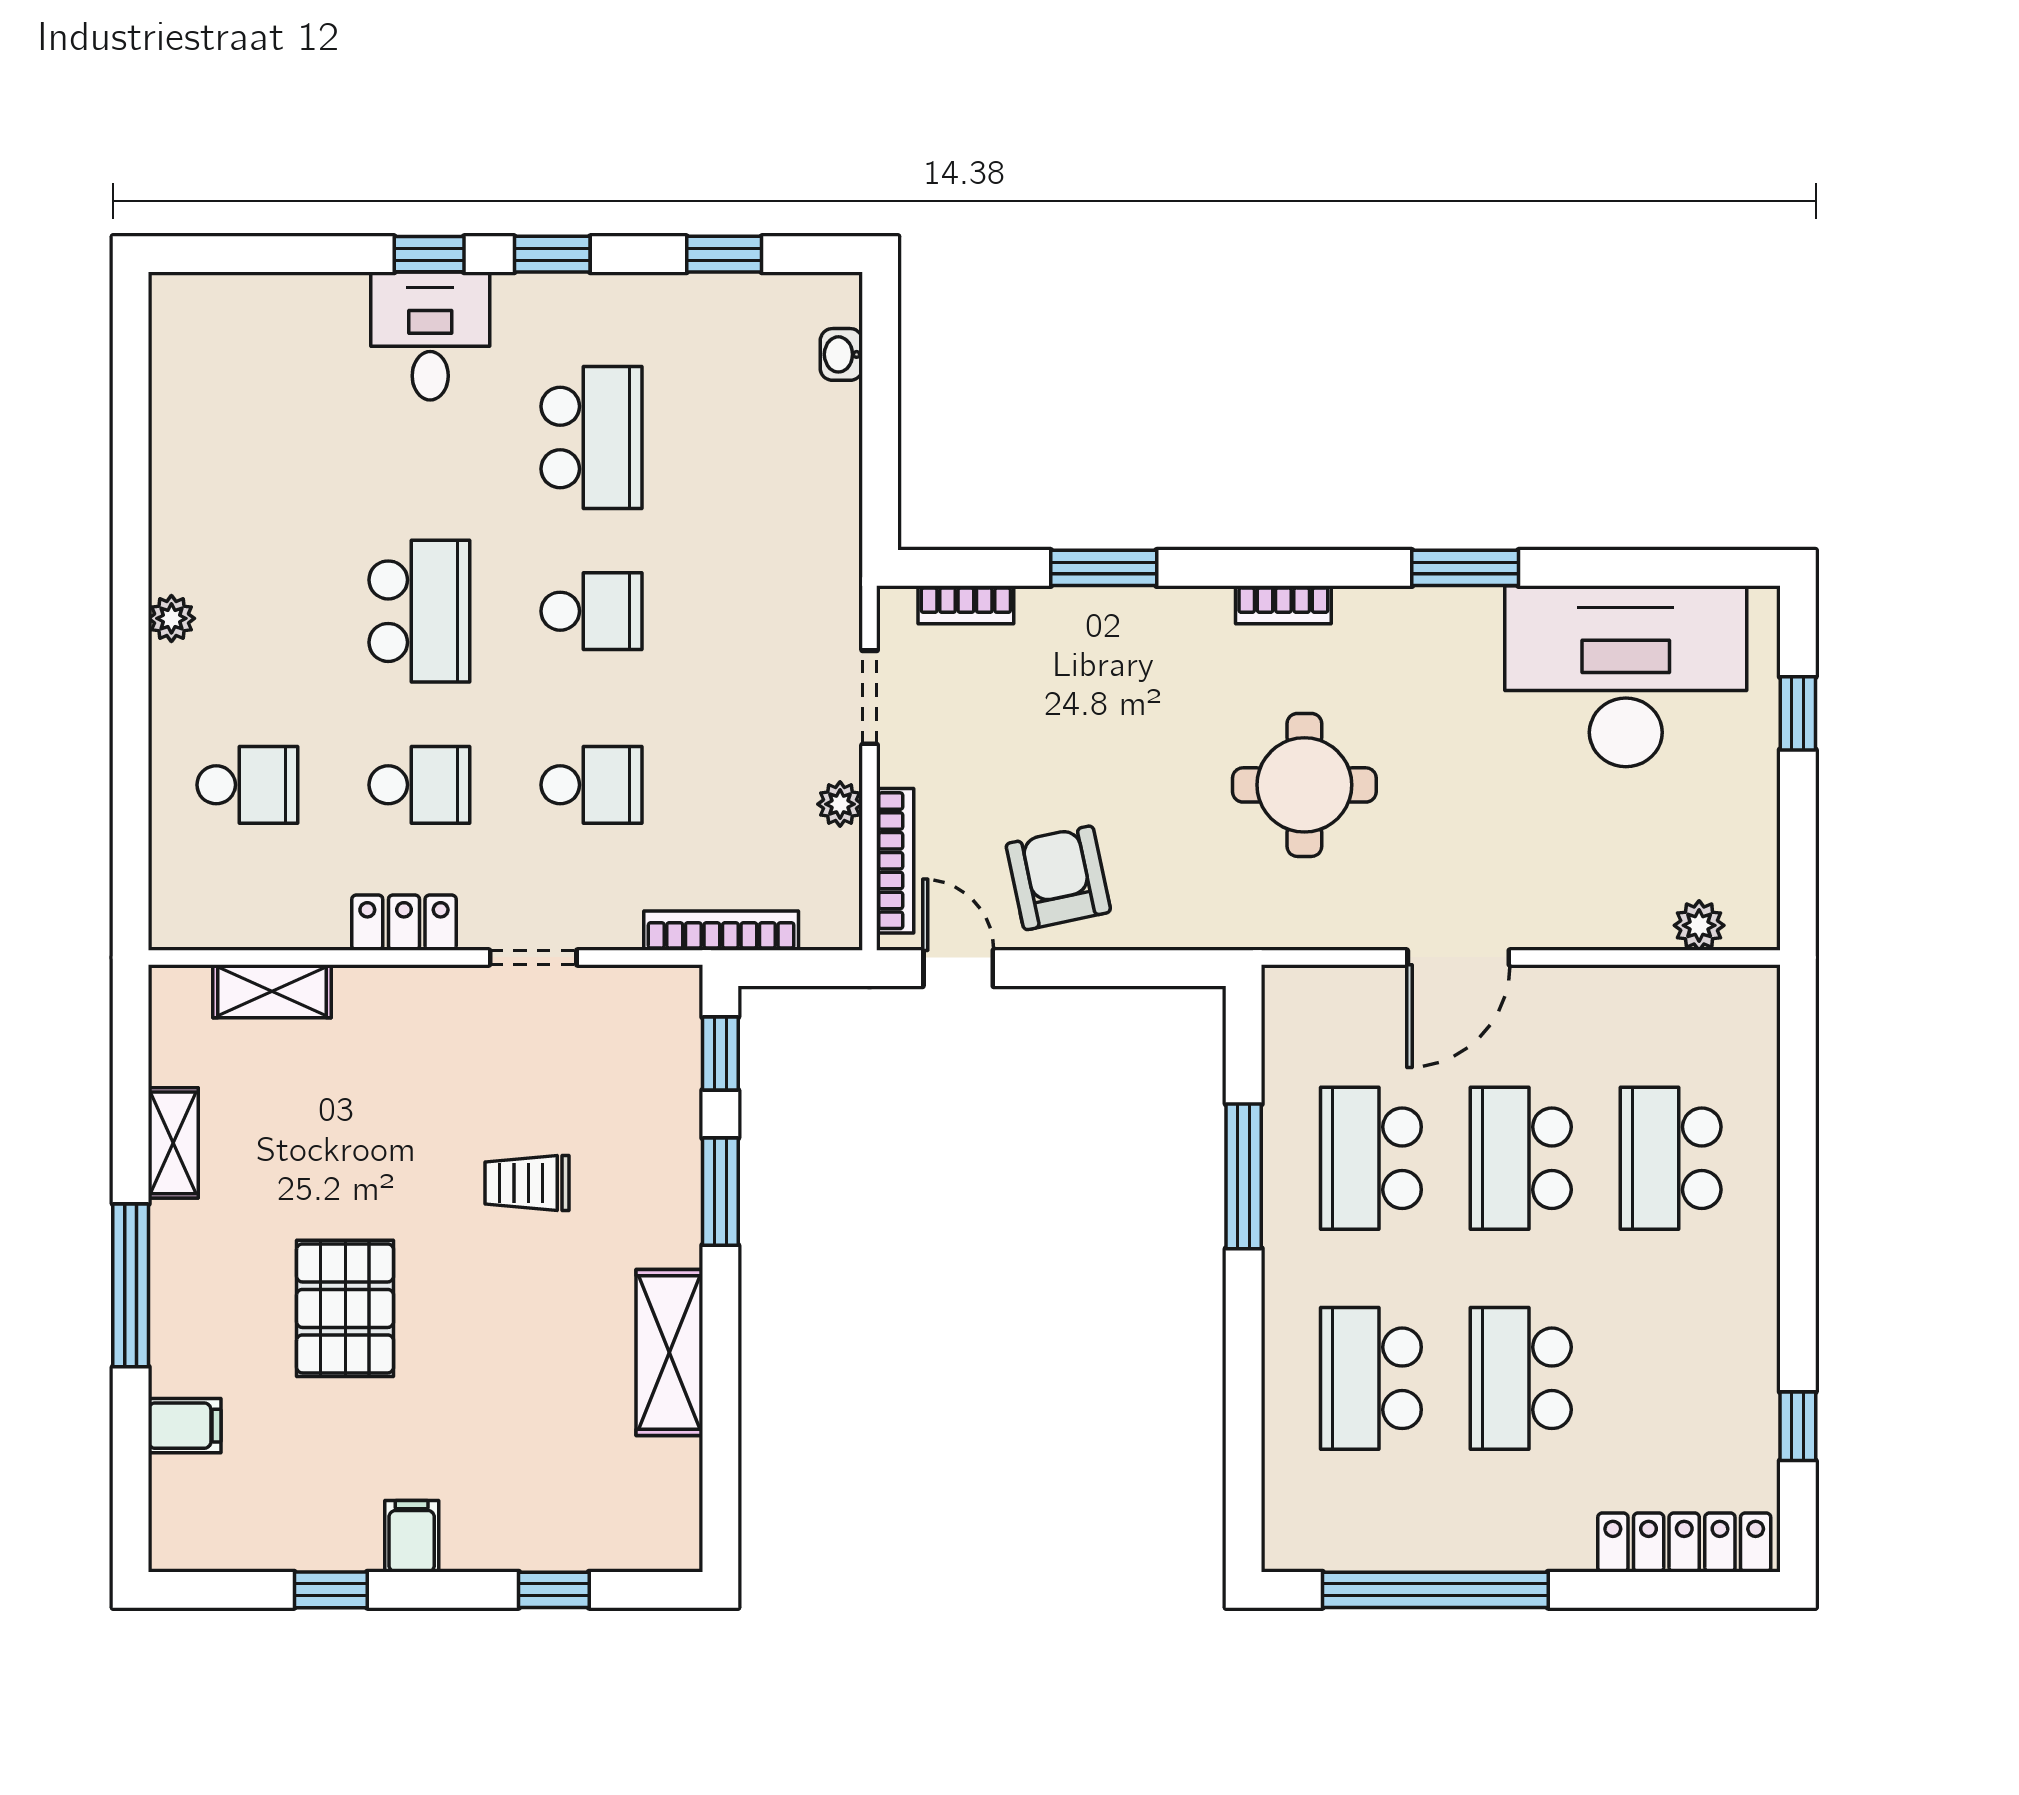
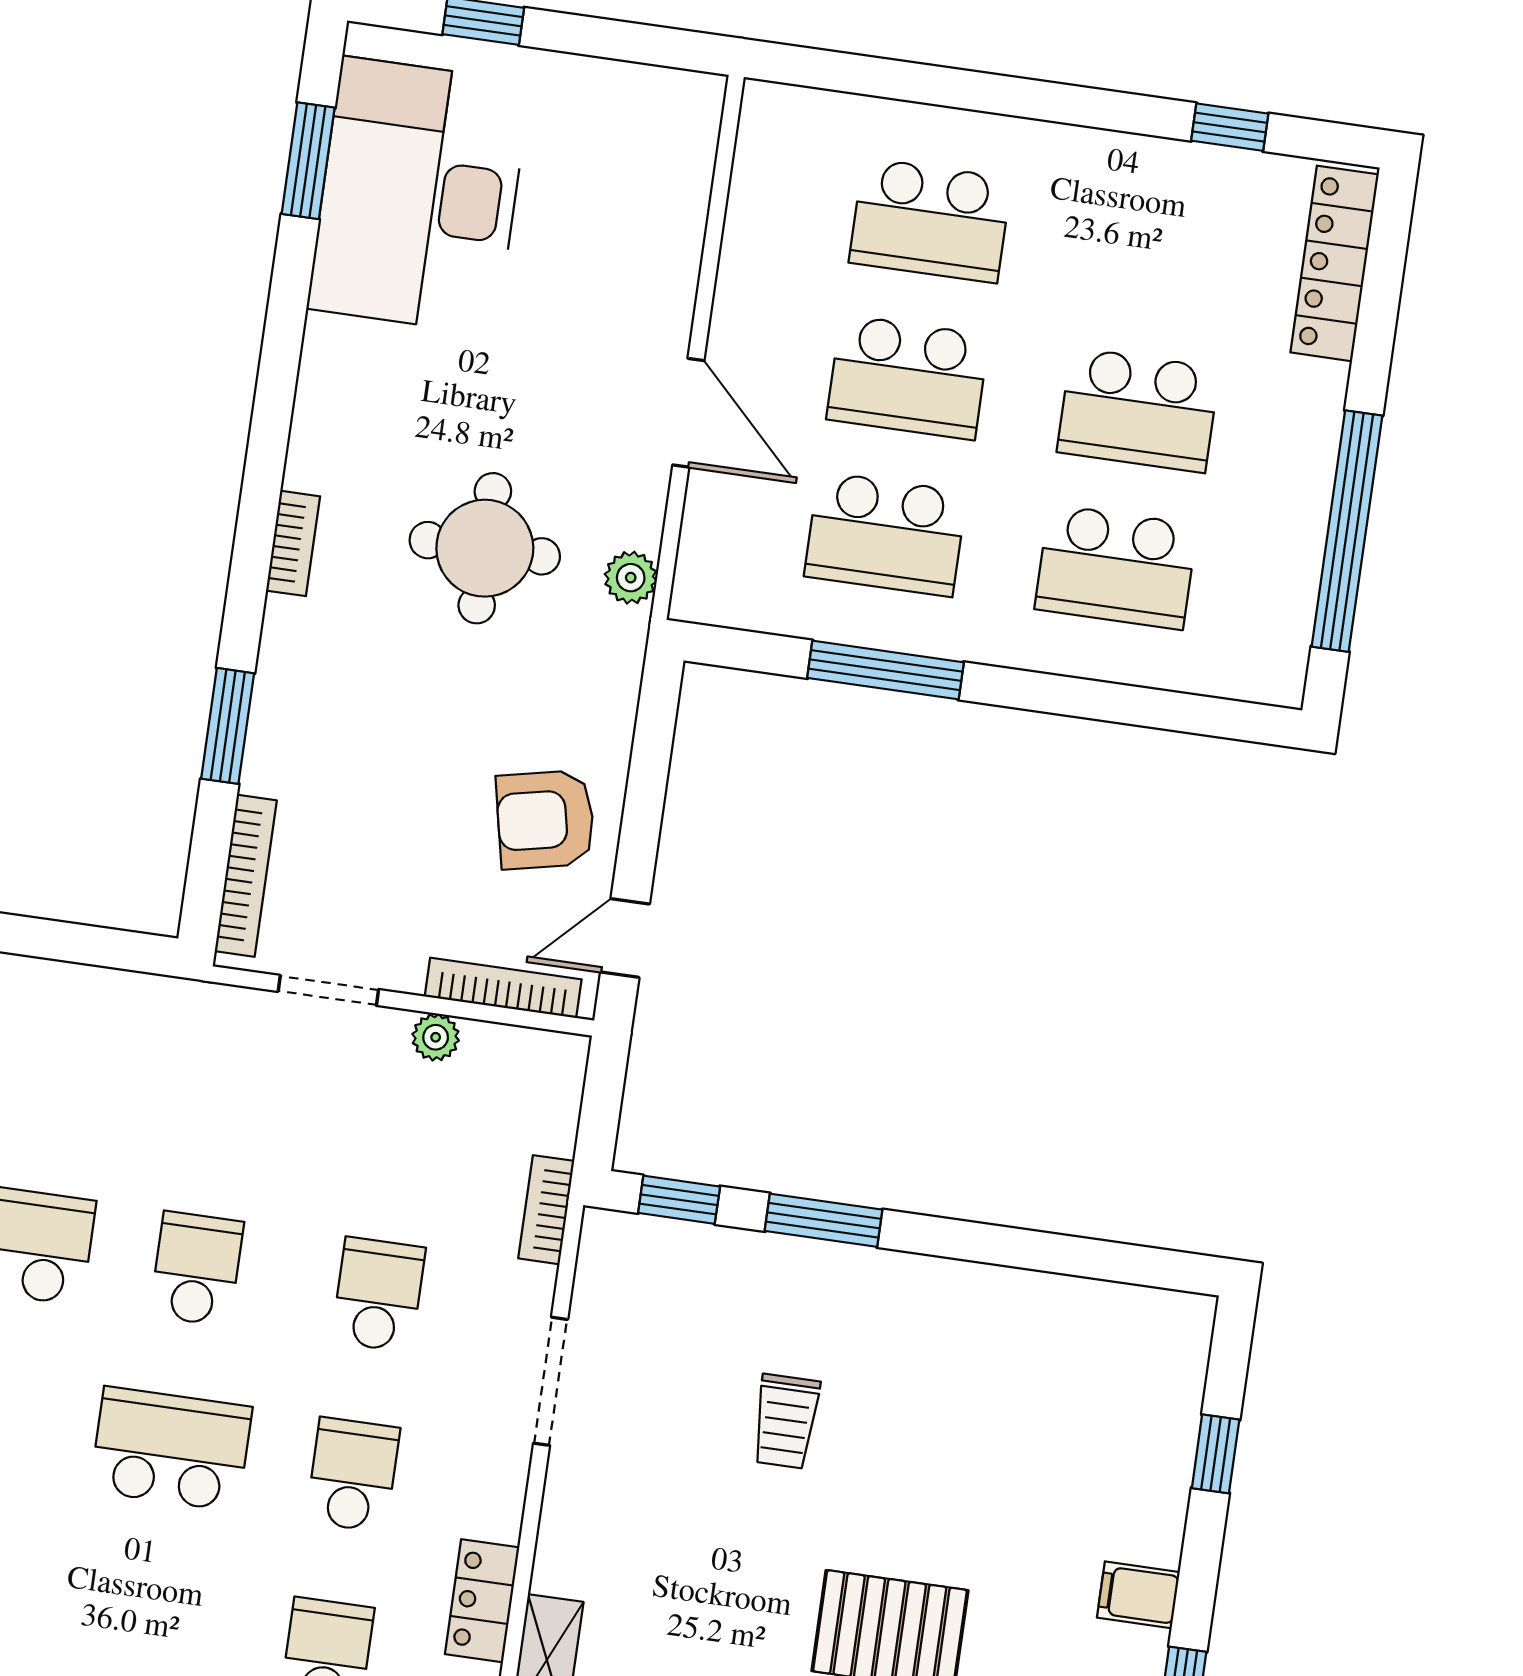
window: (1465, 568) -> (308, 161), moved
bookcase: (966, 605) -> (246, 876), width x1.56
locker: (404, 923) -> (482, 1601), moved
plant: (1699, 925) -> (631, 578), moved
bookcase: (721, 931) -> (546, 1210), width x0.64
doorway: (533, 957) -> (551, 1381), width x1.38
shelving: (669, 1353) -> (984, 1298), removed

